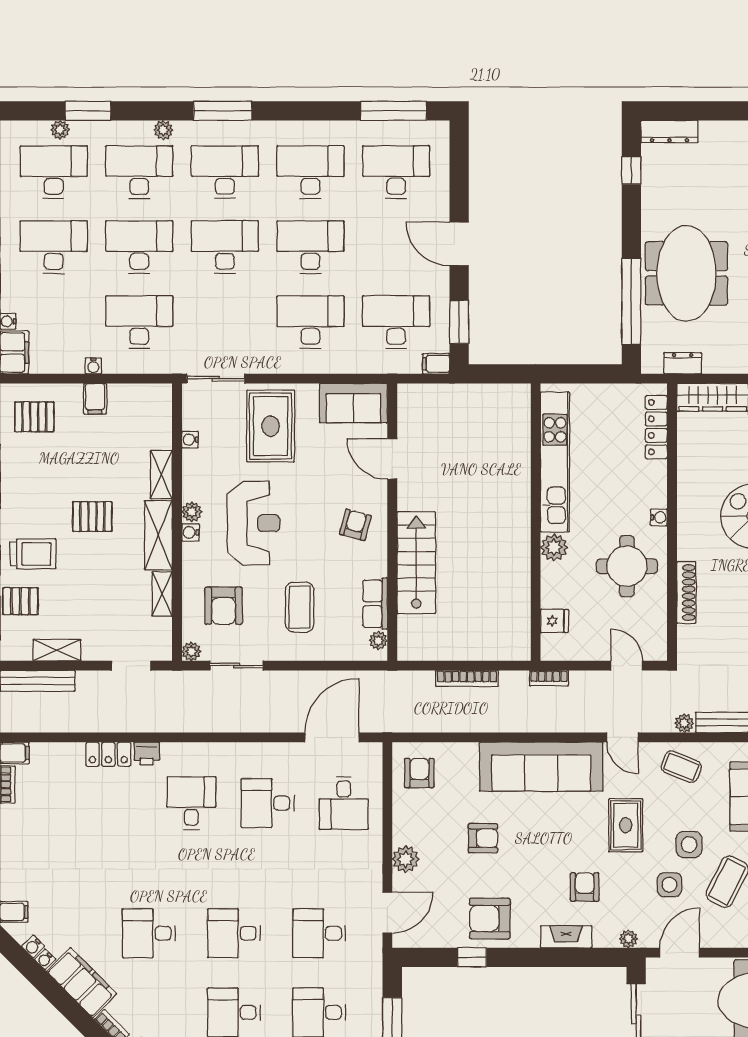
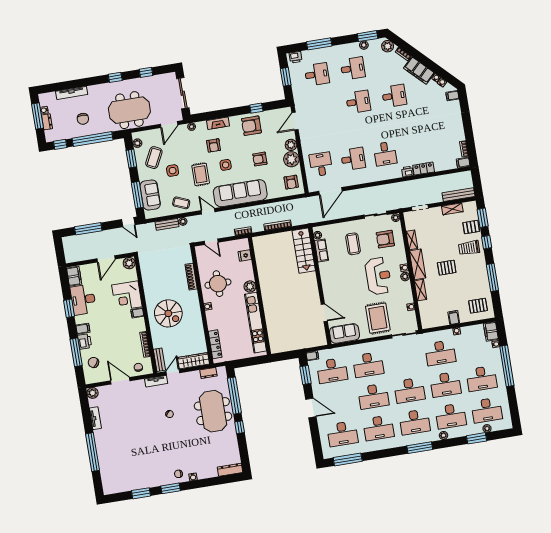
window: (631, 170) -> (240, 427), moved
reception desk: (253, 523) -> (378, 276), turned 180
armchair: (355, 525) -> (335, 282), removed
stairs: (416, 563) -> (304, 251), moved
armchair: (223, 606) -> (385, 239), turned -90
plant: (410, 826) -> (291, 159), added
side table: (669, 885) -> (226, 165), moved
armchair: (490, 919) -> (251, 126), turned 180
desk: (319, 933) -> (322, 108), removed

